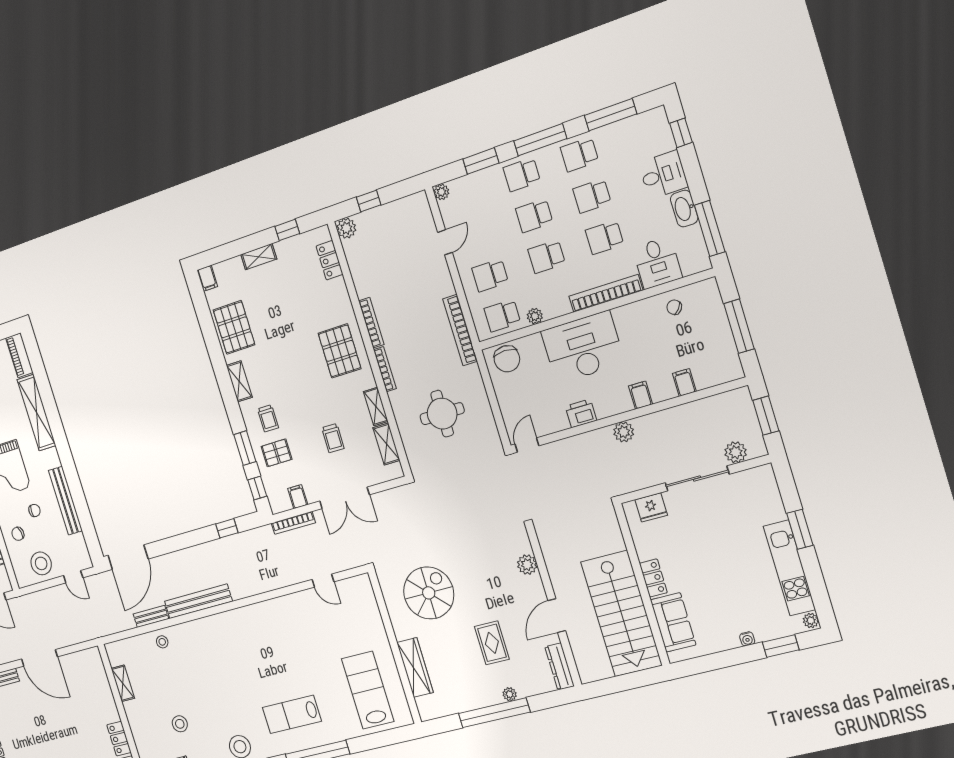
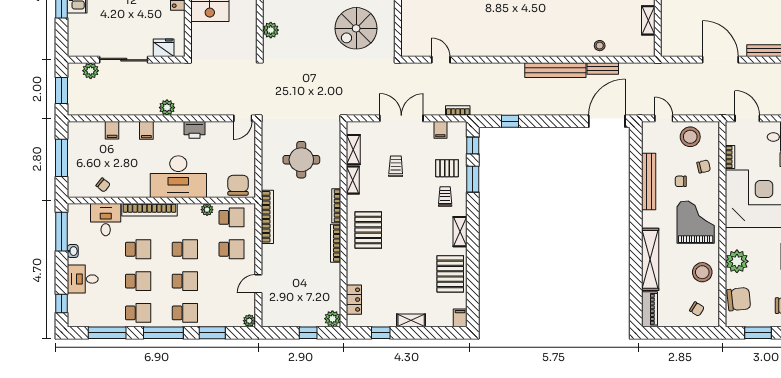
washbasin: (684, 209) -> (73, 251), width x0.52, depth x0.69
bookcase: (293, 523) -> (458, 111), width x0.64

